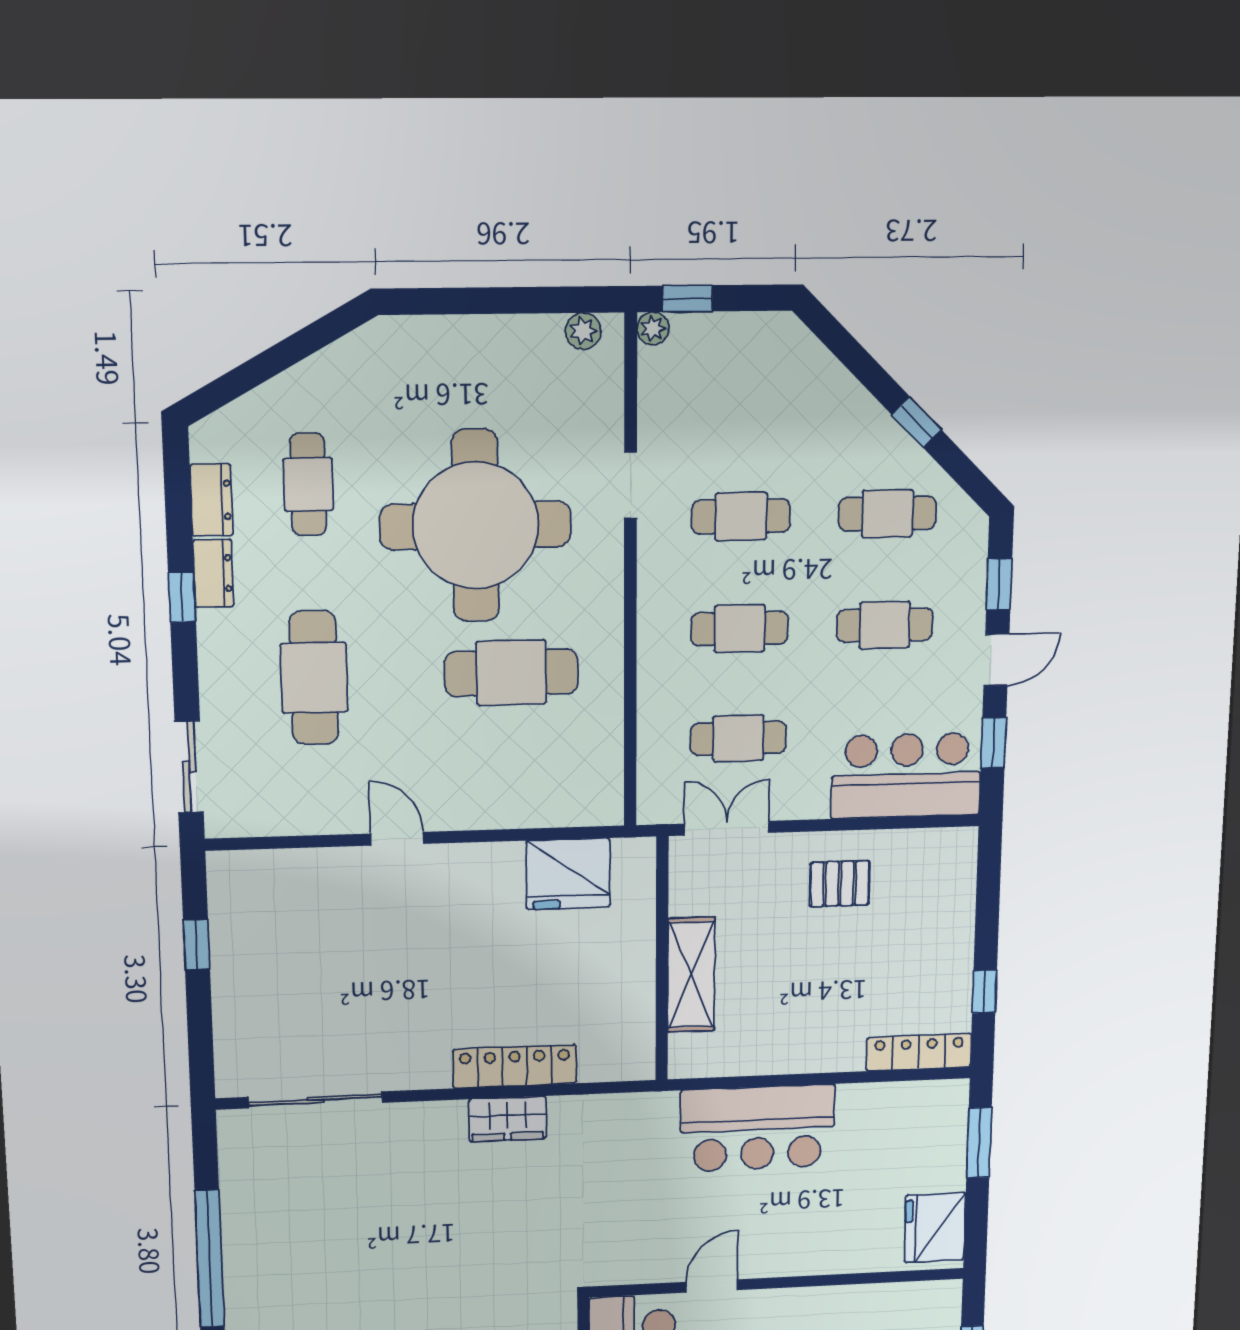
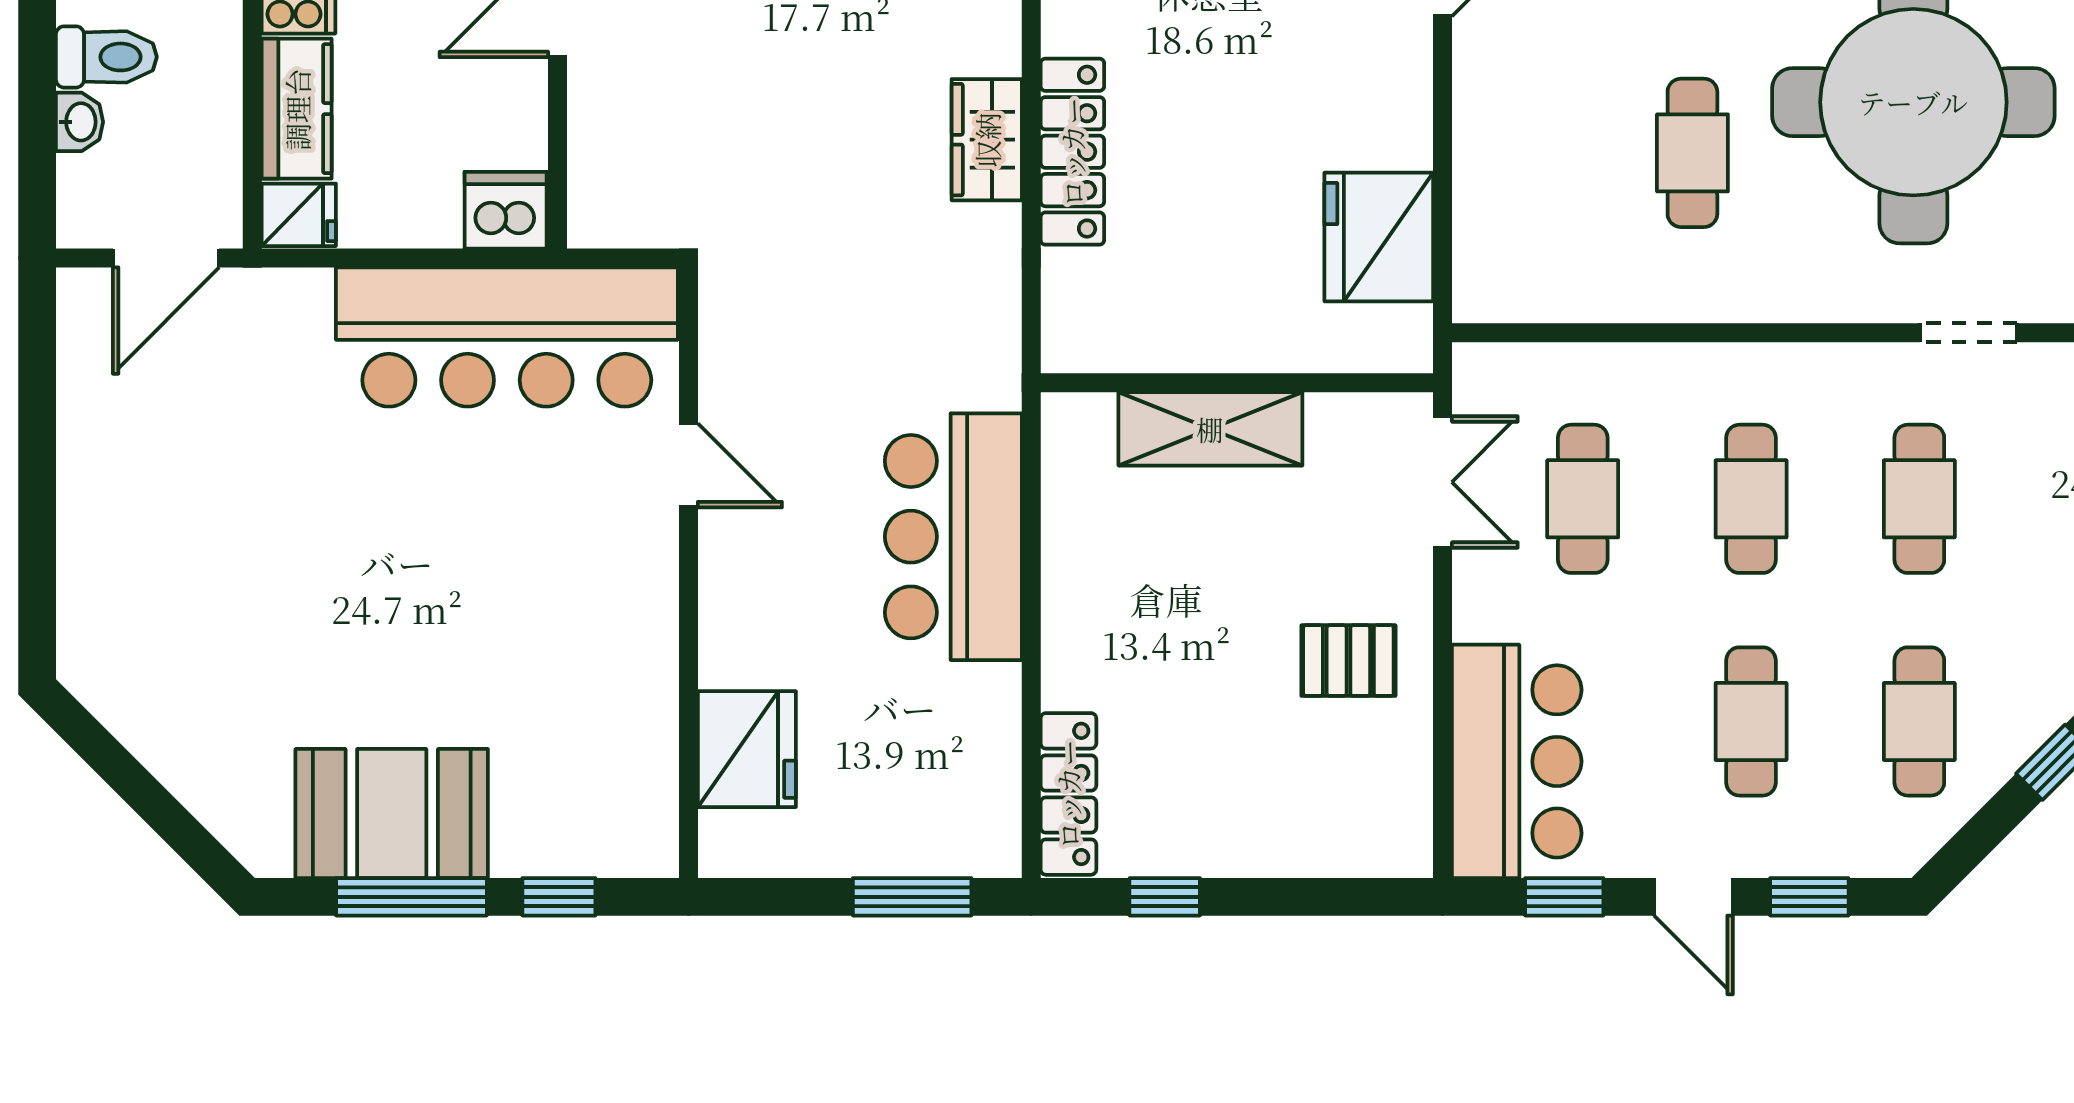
cafe table: (511, 673) -> (1692, 153), width x0.73, depth x0.74
pallet: (840, 884) -> (1348, 661), turned 90
fridge: (935, 1228) -> (747, 749), moved, turned 90

